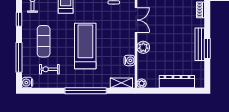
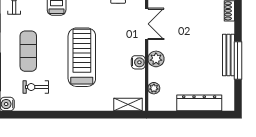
window: (207, 49) -> (238, 60), width x1.44
water cooler: (129, 60) -> (138, 62), moved
plant: (142, 83) -> (154, 88), moved
window: (86, 91) -> (82, 115), removed

